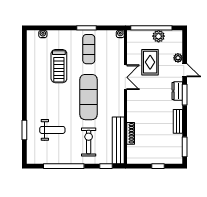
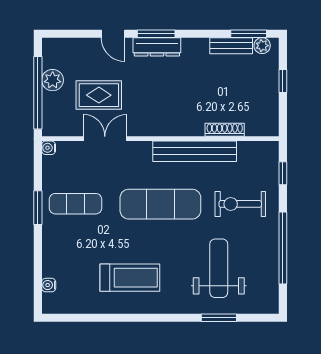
plant: (178, 58) -> (262, 46), moved
treadmill: (59, 66) -> (130, 278), moved
door: (185, 70) -> (113, 34), swing flipped
double door: (125, 77) -> (105, 139), moved
dresser: (177, 91) -> (157, 47), width x1.44
bench: (178, 121) -> (231, 46), moved
weight bench: (52, 130) -> (219, 268), width x1.36, depth x1.33
bench: (118, 140) -> (195, 151), moved

